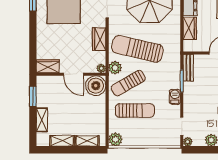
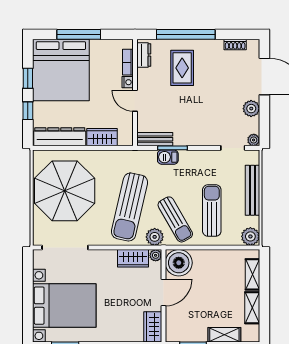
wardrobe: (99, 39) -> (133, 258), moved
barbecue: (175, 97) -> (168, 157), moved
bench: (150, 141) -> (253, 190), added

